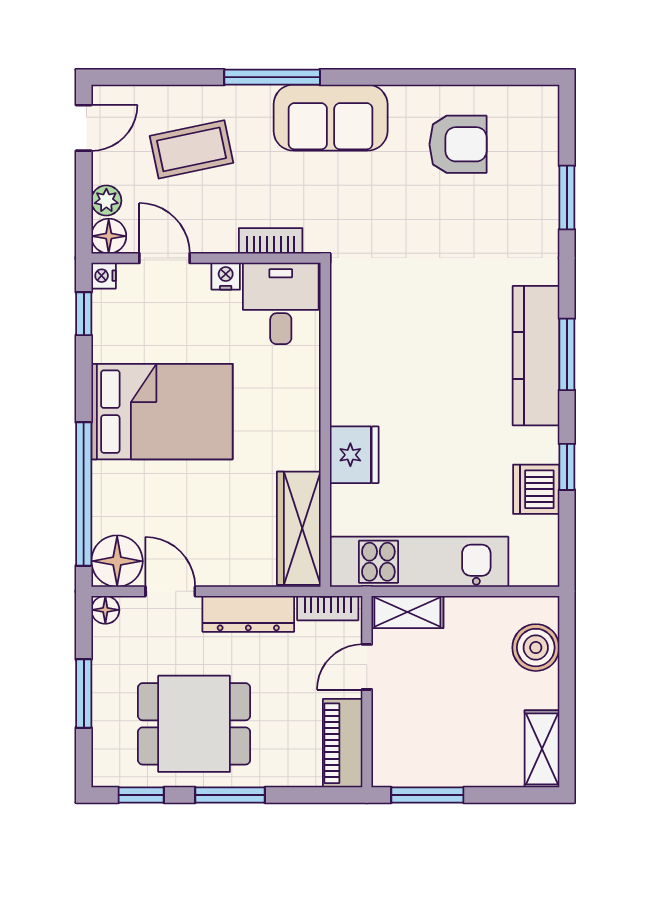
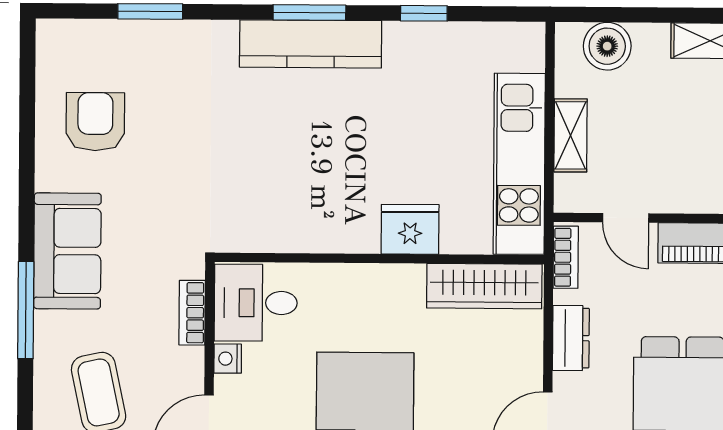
dishwasher: (536, 489) -> (446, 45), removed
shelving: (407, 612) -> (570, 135), moved
dresser: (248, 614) -> (571, 338), width x0.70

